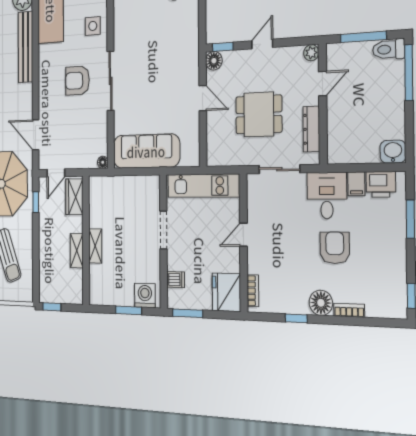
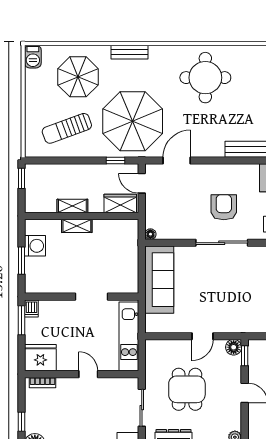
dishwasher: (176, 280) -> (31, 308), moved
washing machine: (145, 295) -> (35, 246), moved

